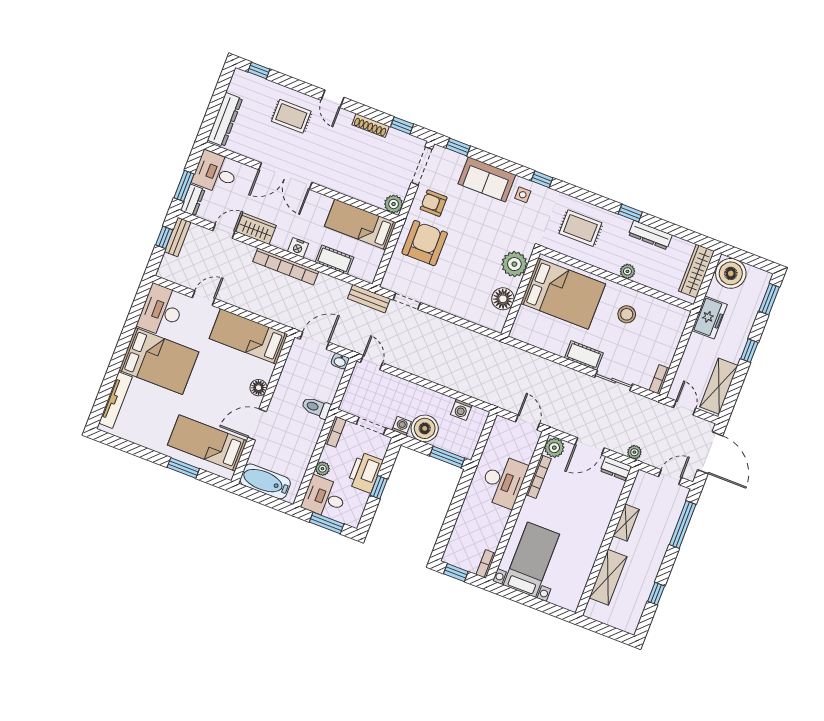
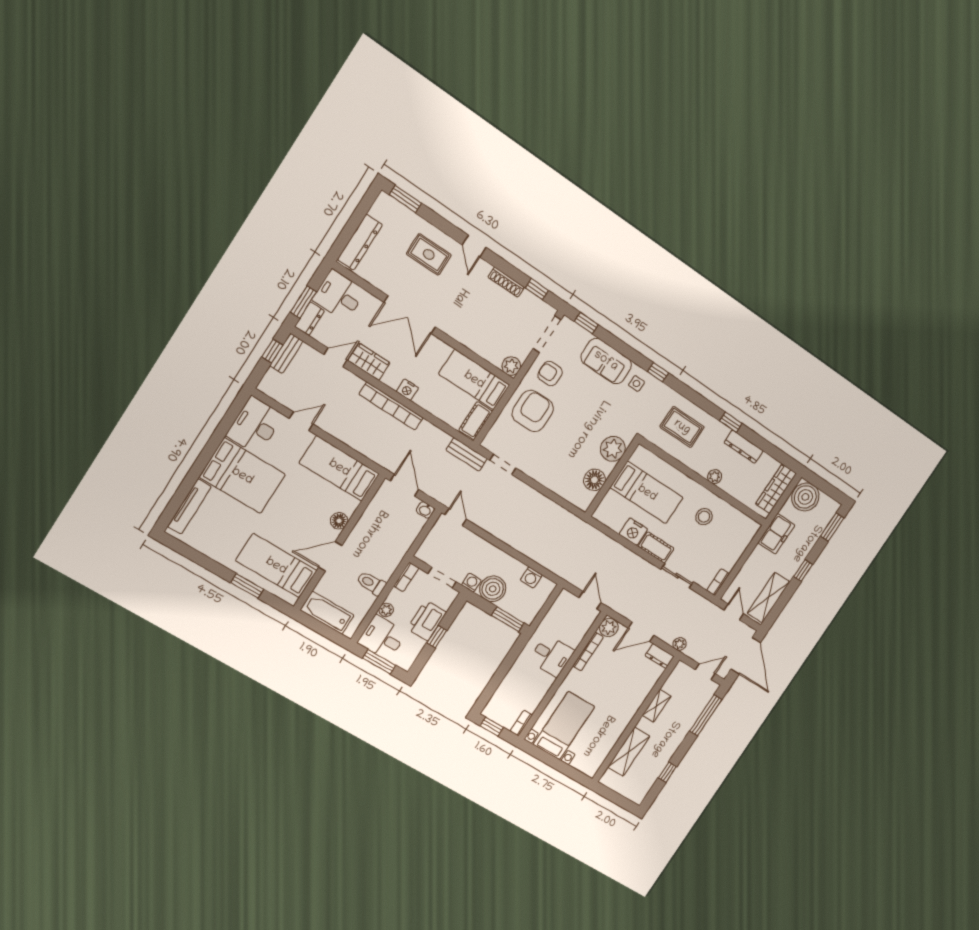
window: (259, 70) -> (405, 199), width x1.50
cot: (335, 260) -> (476, 421), moved, turned 90
bed: (563, 294) -> (647, 493), width x0.67
door: (315, 341) -> (404, 485), hinge flipped
nightstand: (556, 344) -> (633, 532), added
toilet: (316, 408) -> (371, 583), moved
desk: (503, 481) -> (552, 656), width x0.73

